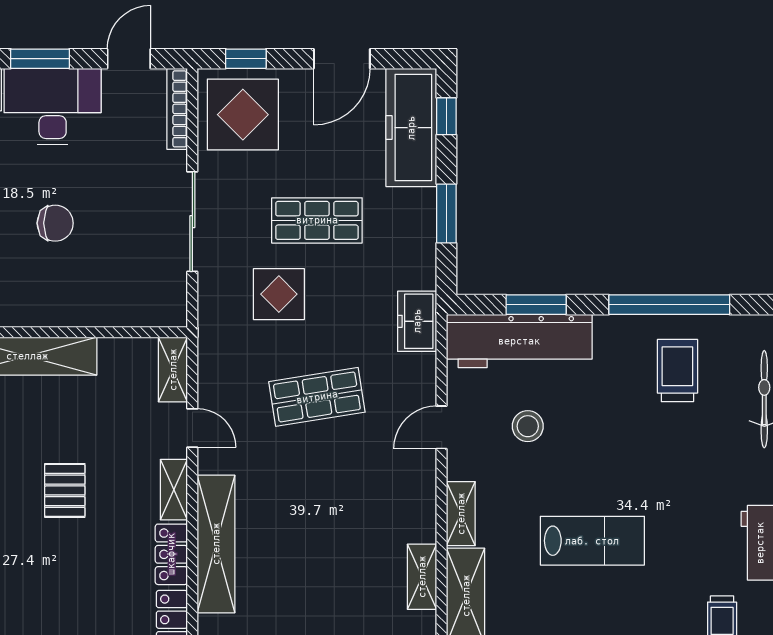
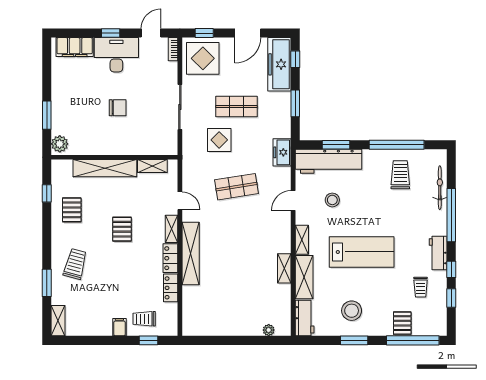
window: (40, 59) -> (111, 33), width x0.67
bookcase: (177, 109) -> (173, 49), width x0.64
shelving: (173, 370) -> (152, 166), moved, turned 90
lab bench: (592, 541) -> (362, 252), width x1.36, depth x1.39

